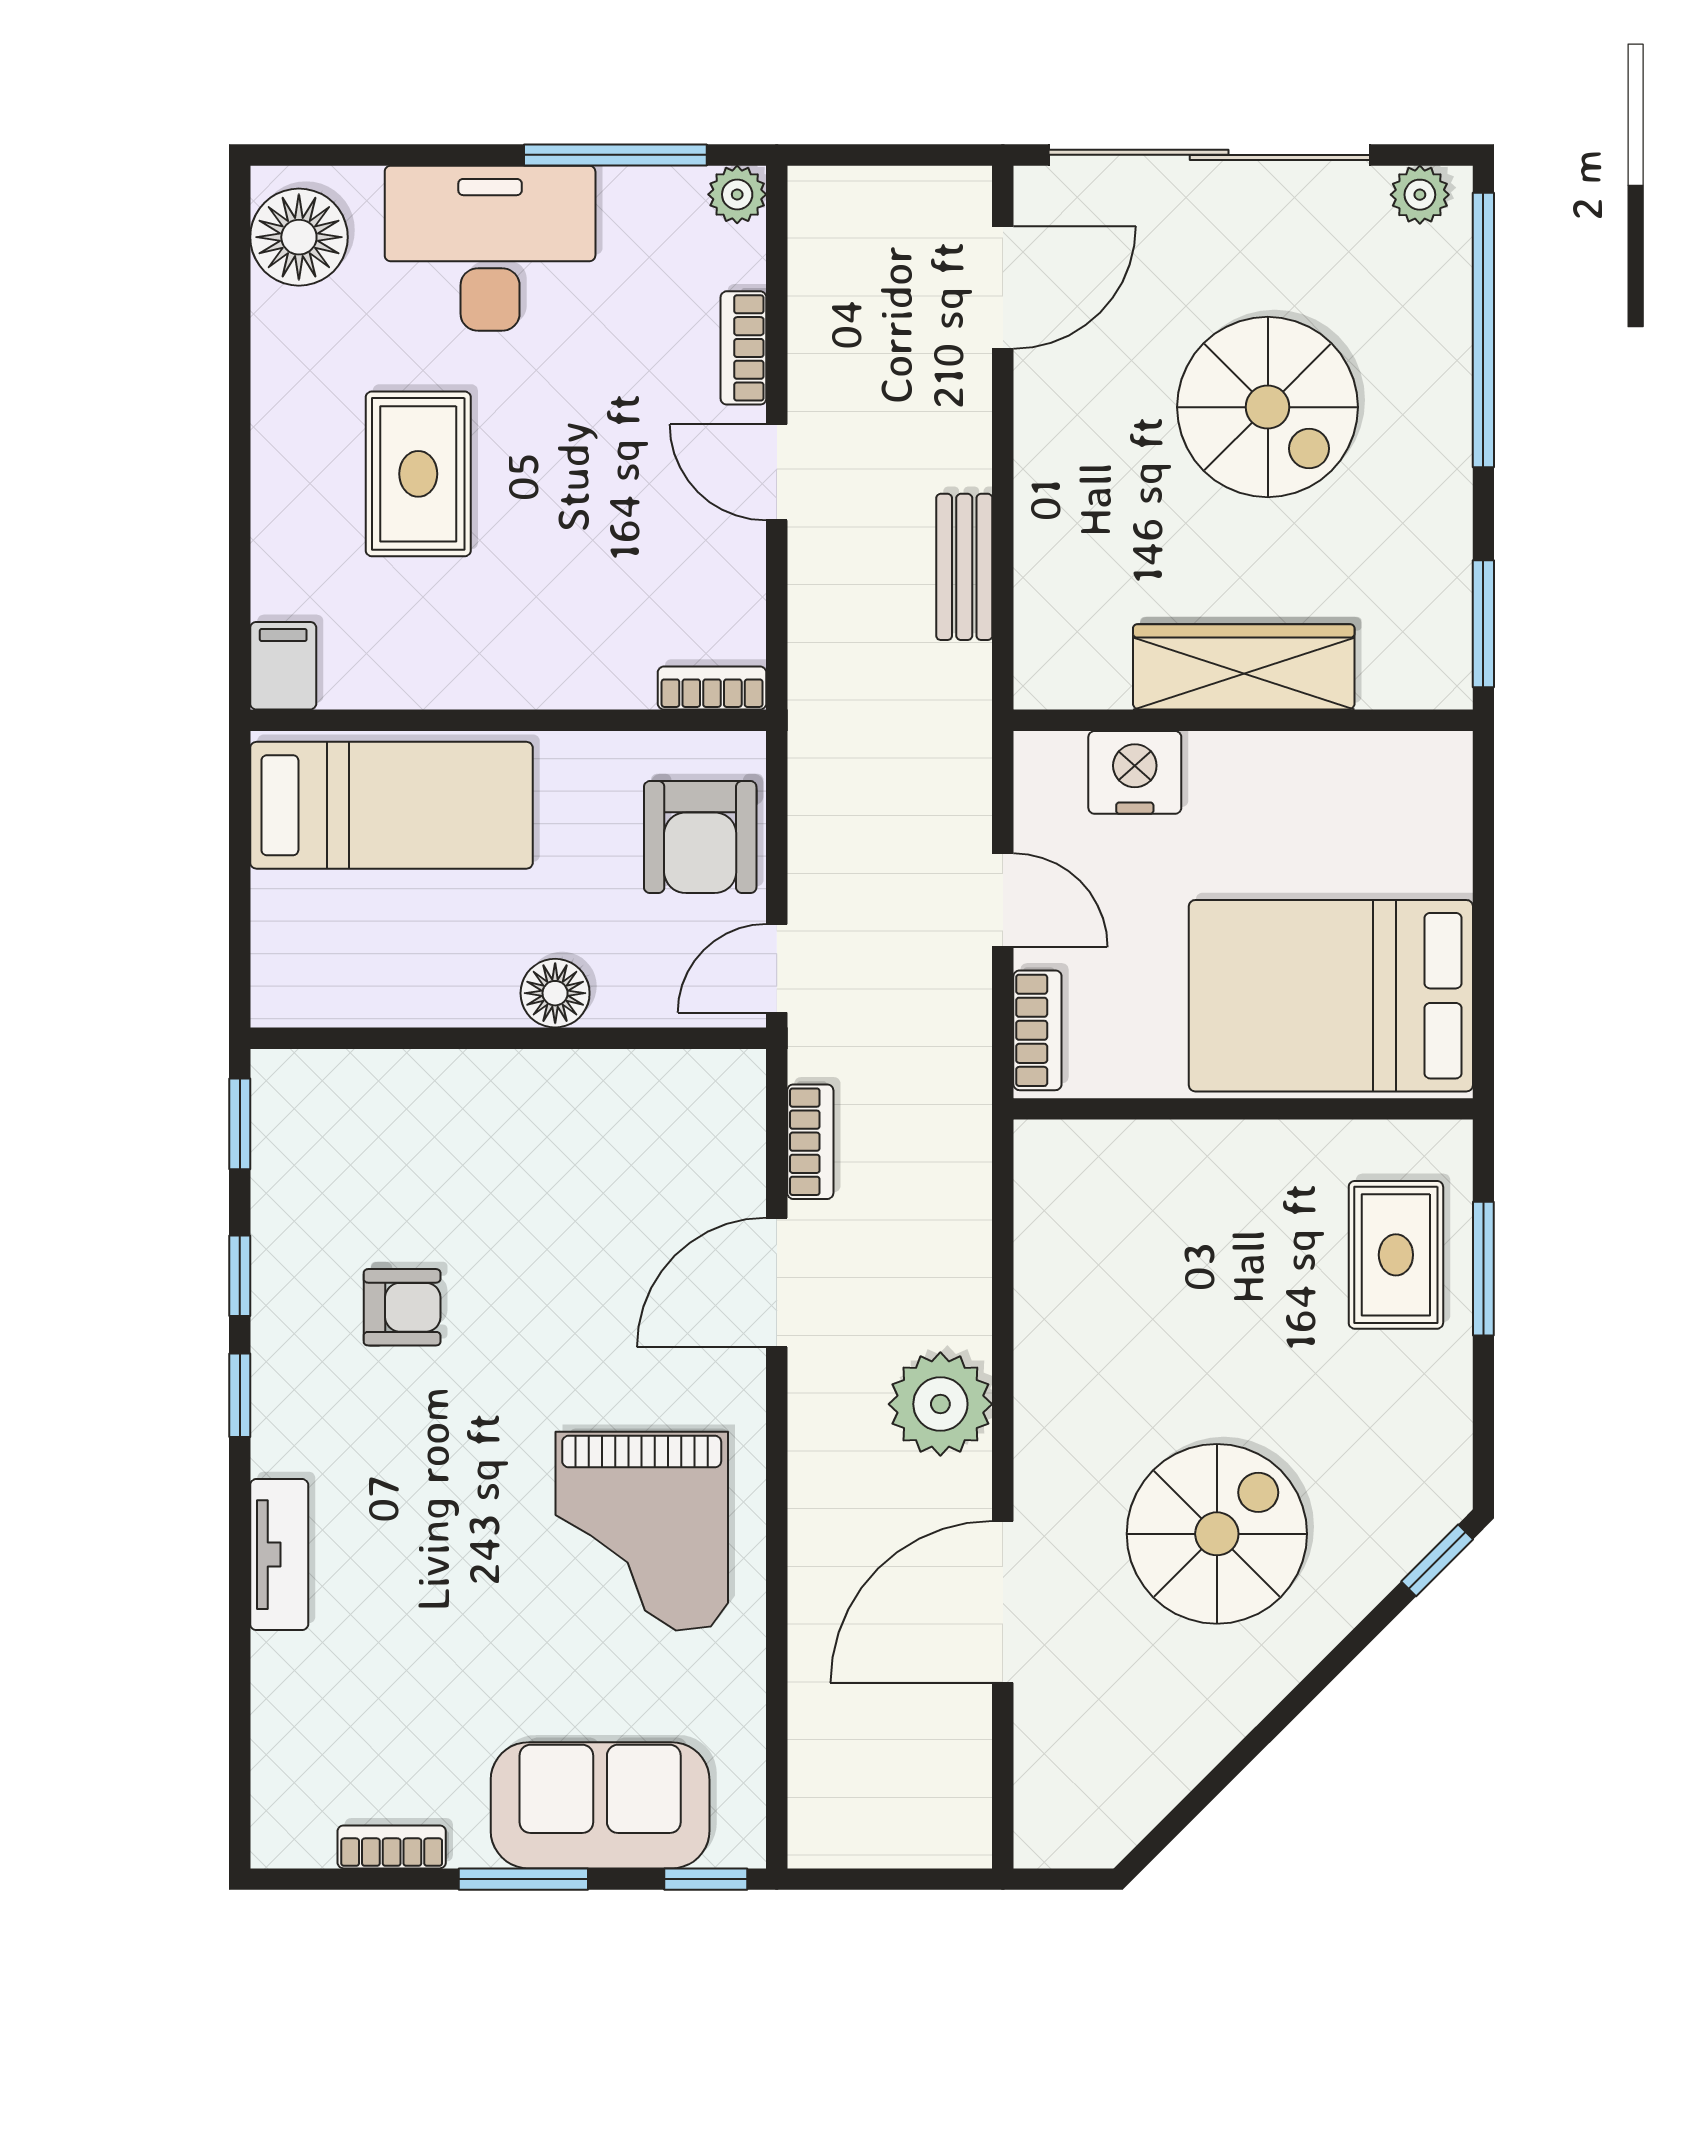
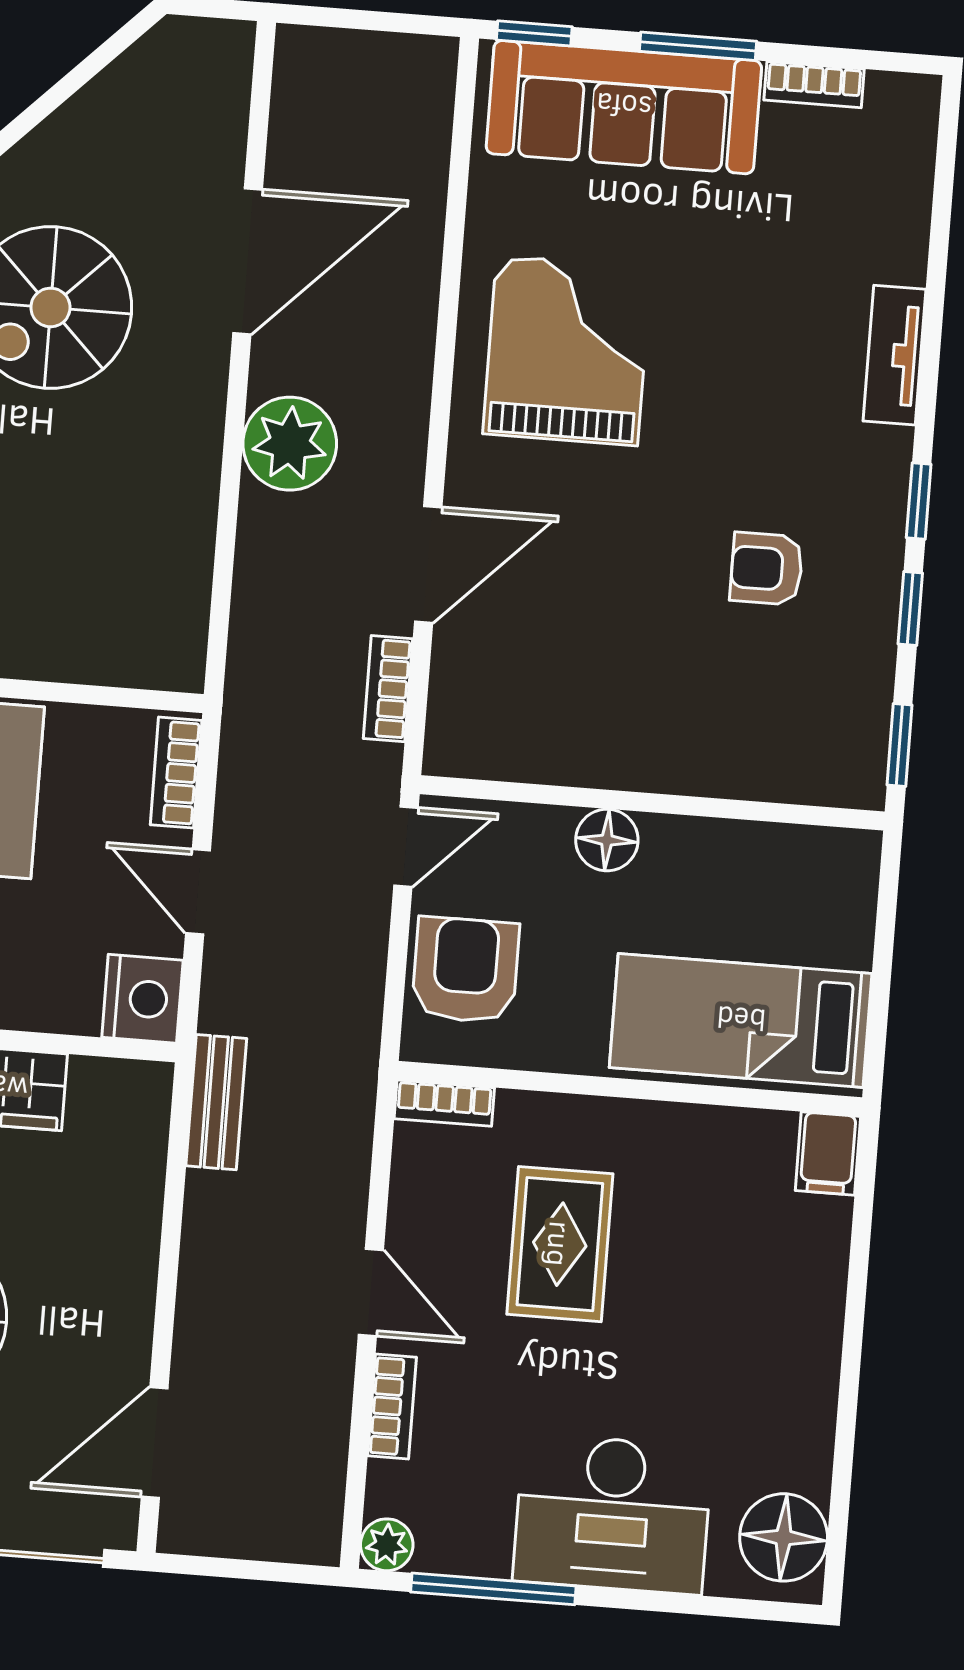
rug: (418, 474) -> (560, 1244), moved
bench: (964, 567) -> (216, 1102), moved
nightstand: (1135, 772) -> (142, 999), moved, turned -90
sofa: (600, 1805) -> (624, 107), width x1.36

